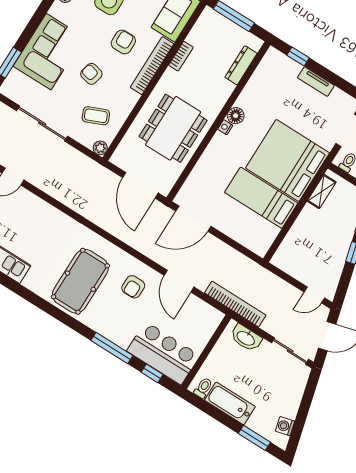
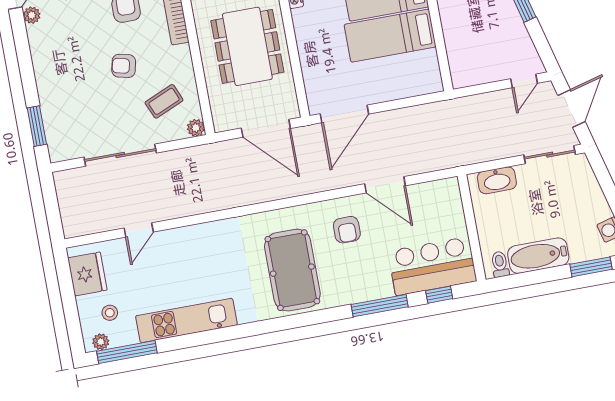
corner sofa: (49, 52) -> (64, 82), removed
bookcase: (235, 304) -> (458, 158), removed

